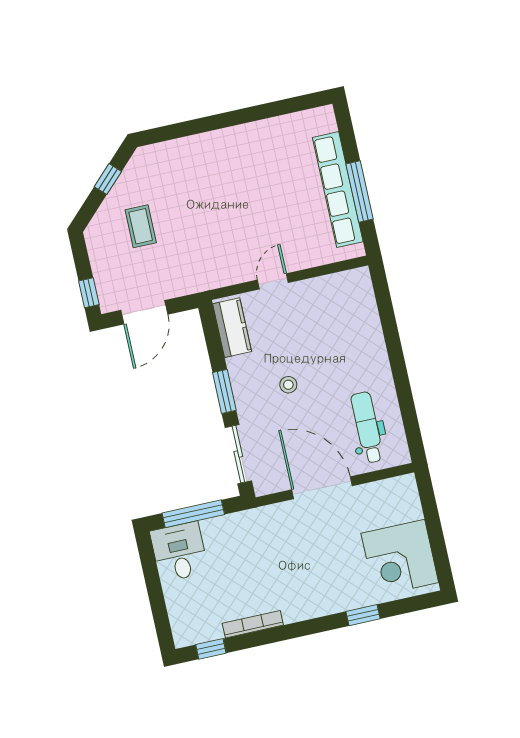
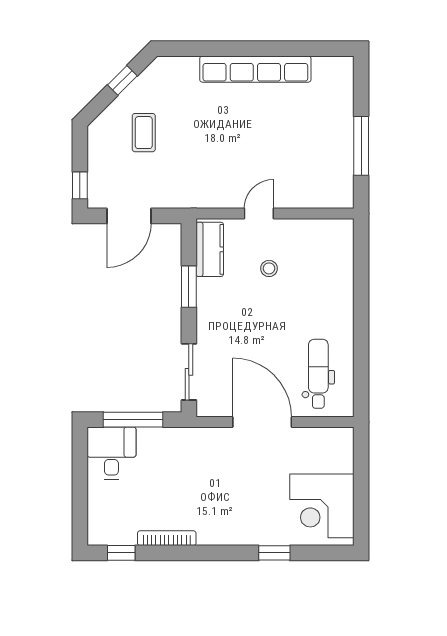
row of seats: (338, 190) -> (255, 69), moved, turned -90
stool: (288, 385) -> (269, 268), moved
window: (224, 391) -> (189, 287), moved

